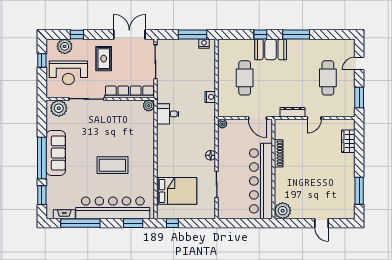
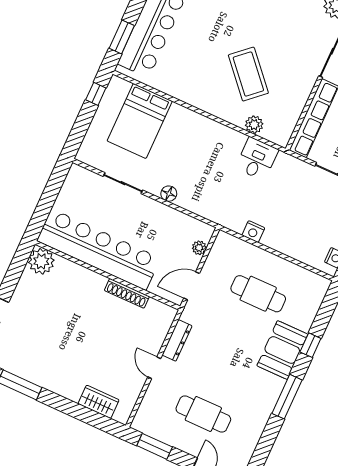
plant: (149, 106) -> (254, 125), moved
plant: (222, 124) -> (199, 248), moved
coffee table: (112, 165) -> (248, 74), moved, turned -42

